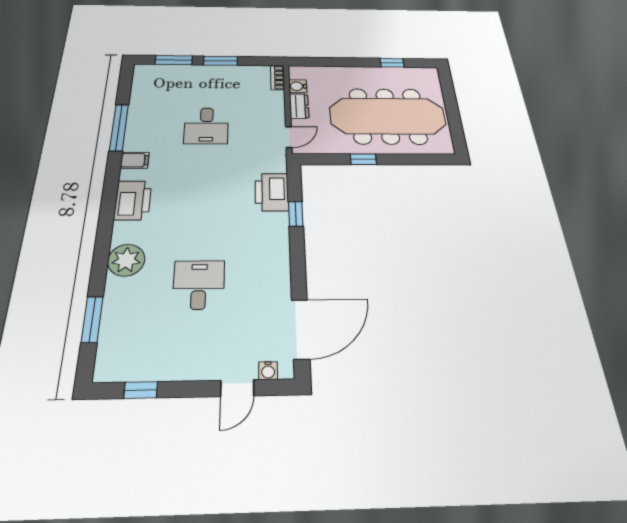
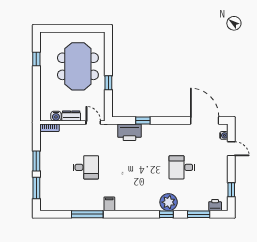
meeting table: (388, 116) -> (78, 66), width x0.73
printer: (133, 200) -> (215, 205), moved, width x0.53, depth x0.68
window: (101, 256) -> (166, 214), added

